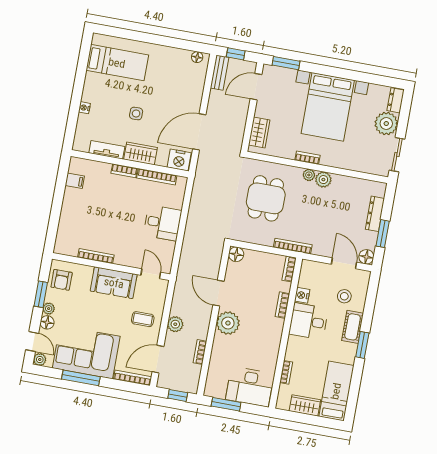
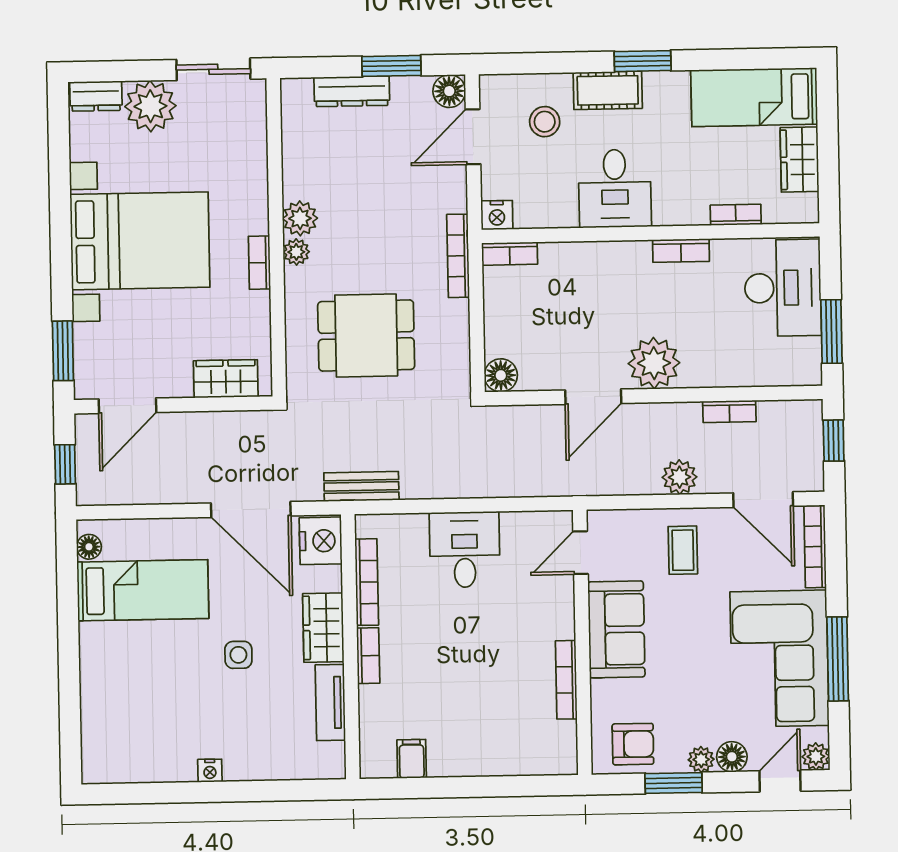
bed: (117, 63) -> (143, 590), moved, turned 90
bench: (220, 73) -> (361, 486), moved
door: (256, 87) -> (127, 406), hinge flipped
nightstand: (84, 108) -> (210, 771), moved
nightstand: (302, 295) -> (497, 215), moved
bookcase: (282, 305) -> (681, 251), moved

